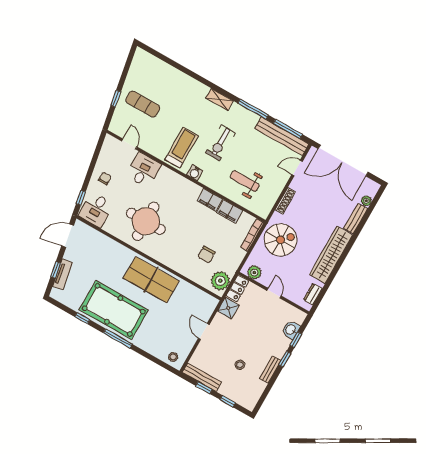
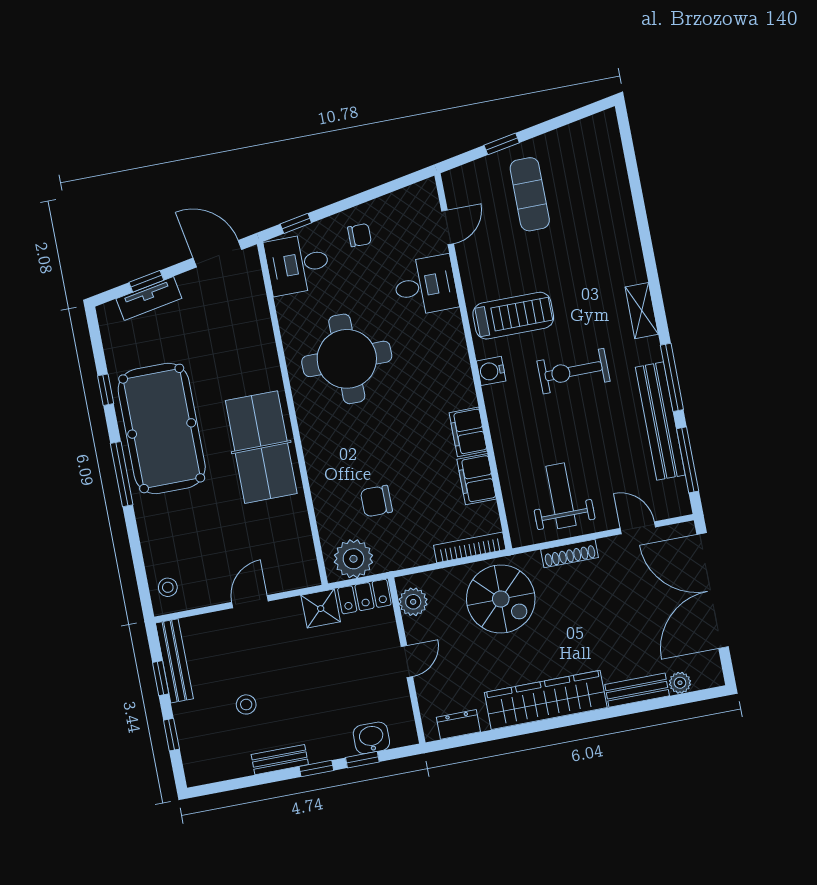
bench: (282, 136) -> (660, 421), moved
weight bench: (245, 181) -> (561, 496), moved

